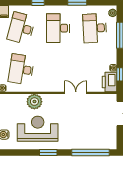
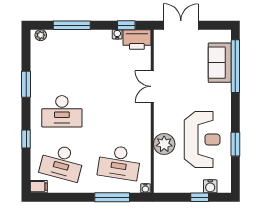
desk: (95, 28) -> (62, 60), removed
reception desk: (38, 129) -> (202, 140), turned 180
sofa: (93, 141) -> (220, 63), added
window: (48, 153) -> (235, 144), moved

